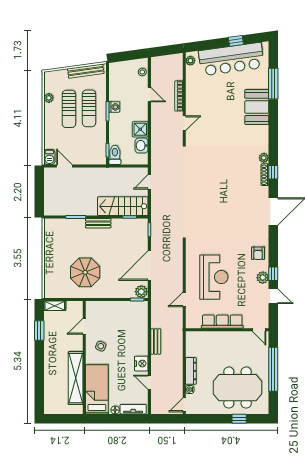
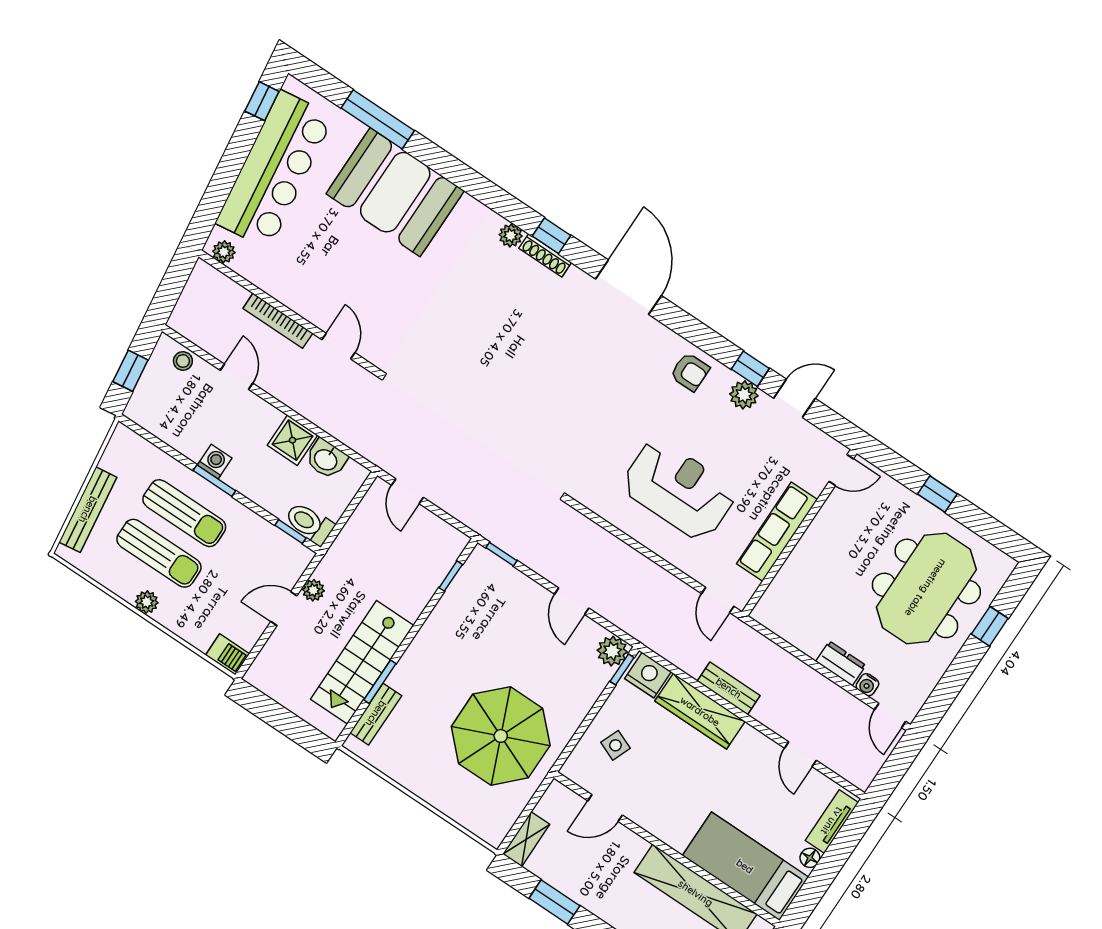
window: (236, 41) -> (262, 101), moved
window: (126, 56) -> (130, 371), added
bench: (86, 71) -> (88, 510), moved
door: (149, 95) -> (237, 377), hinge flipped
plant: (49, 98) -> (147, 602), moved
booth: (257, 107) -> (395, 192), width x1.36, depth x1.42
door: (64, 166) -> (284, 609), moved
plant: (92, 172) -> (313, 590), added
stairs: (123, 206) -> (362, 662), moved
bench: (98, 223) -> (376, 714), moved
door: (149, 266) -> (572, 601), width x0.53
parasol: (85, 272) -> (501, 736), width x1.36, depth x1.36
door: (184, 299) -> (718, 600), moved
door: (84, 326) -> (605, 808), hinge flipped
wardrobe: (141, 337) -> (700, 711), added
side table: (101, 346) -> (615, 745), moved
nightstand: (141, 364) -> (648, 675), moved
window: (273, 369) -> (937, 494), width x0.32
dresser: (191, 371) -> (841, 663), width x0.70
door: (149, 382) -> (800, 754), hinge flipped

